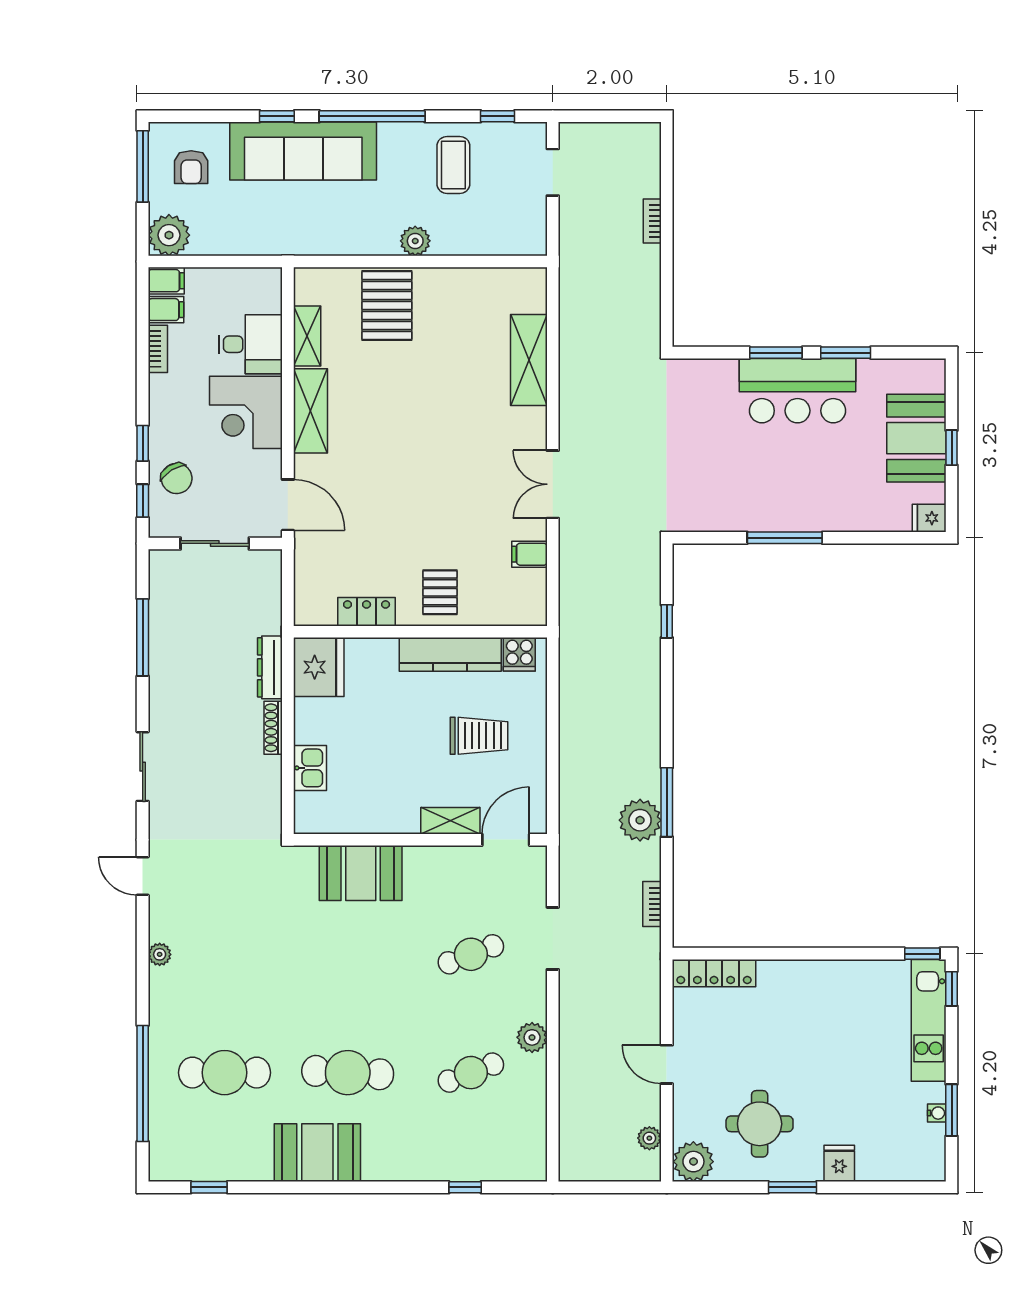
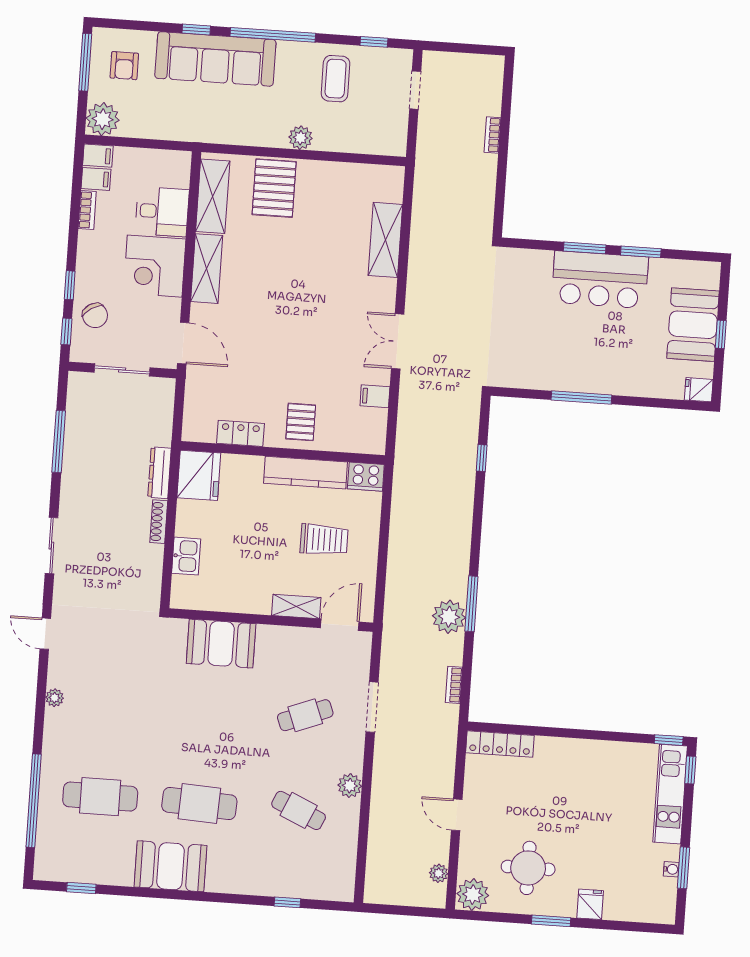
shelving: (307, 336) -> (213, 196), width x1.50, depth x1.33
cooker: (519, 654) -> (366, 477), width x1.36
cafe table: (471, 1073) -> (299, 810), turned 45

